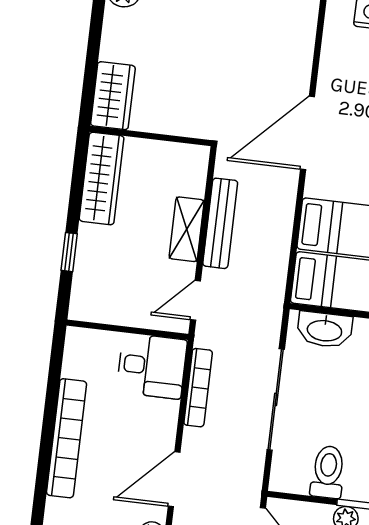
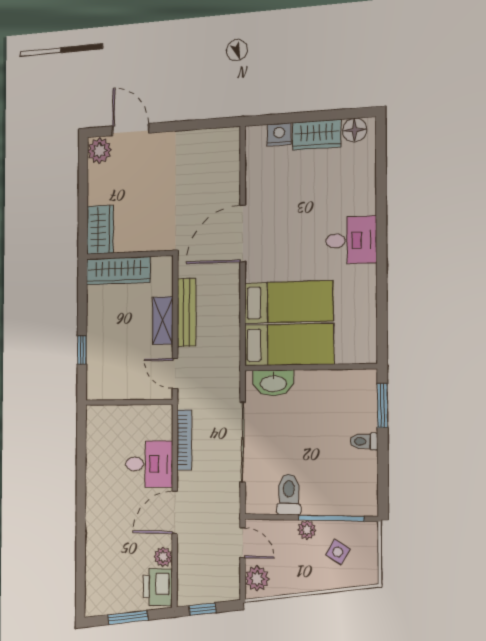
wardrobe: (102, 178) -> (118, 271), moved, turned 90
door: (195, 300) -> (175, 373), hinge flipped
desk: (152, 366) -> (149, 464), moved
bookcase: (67, 438) -> (95, 490), removed

